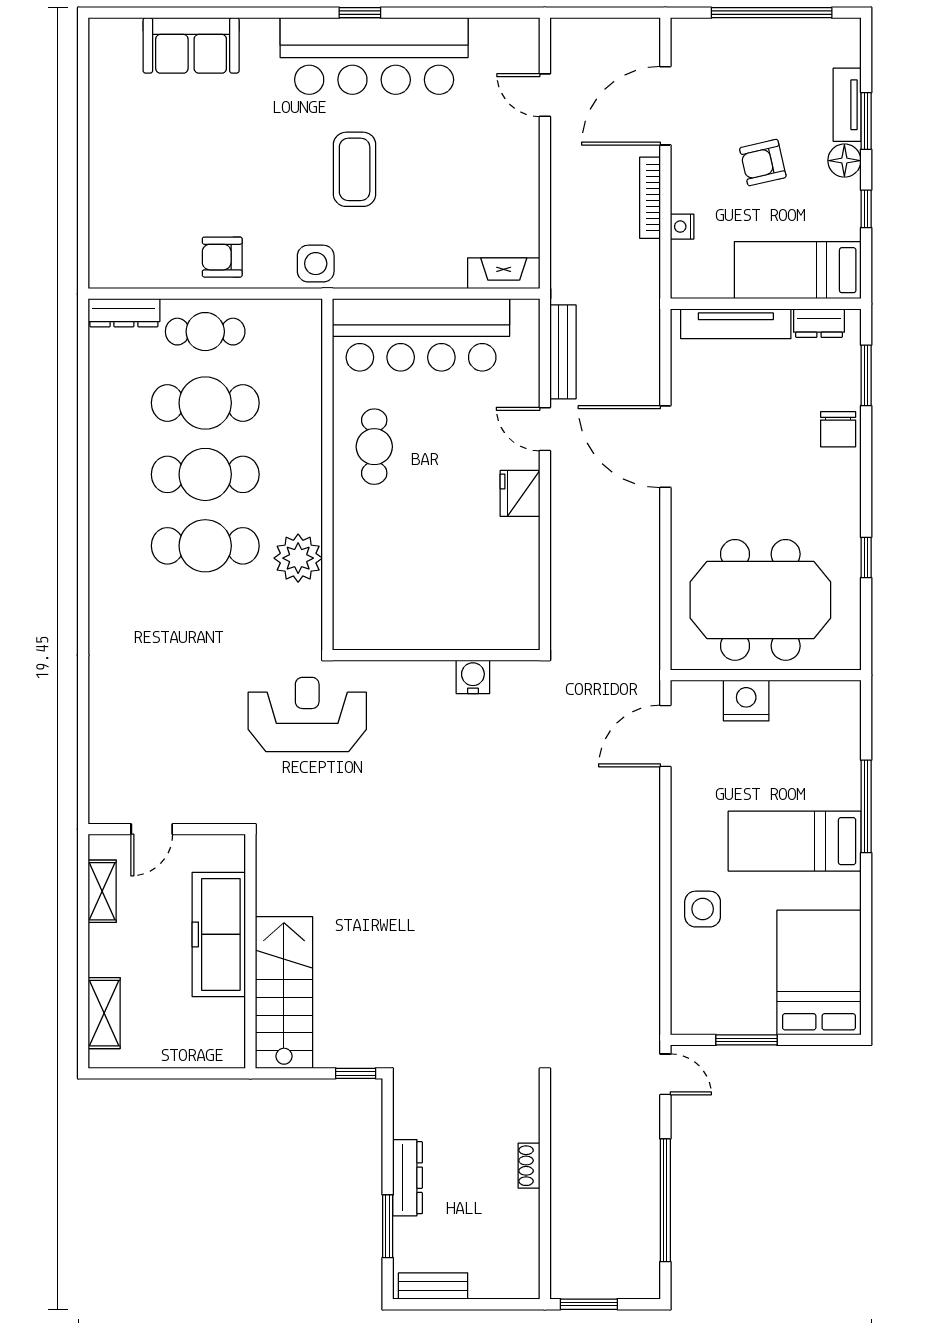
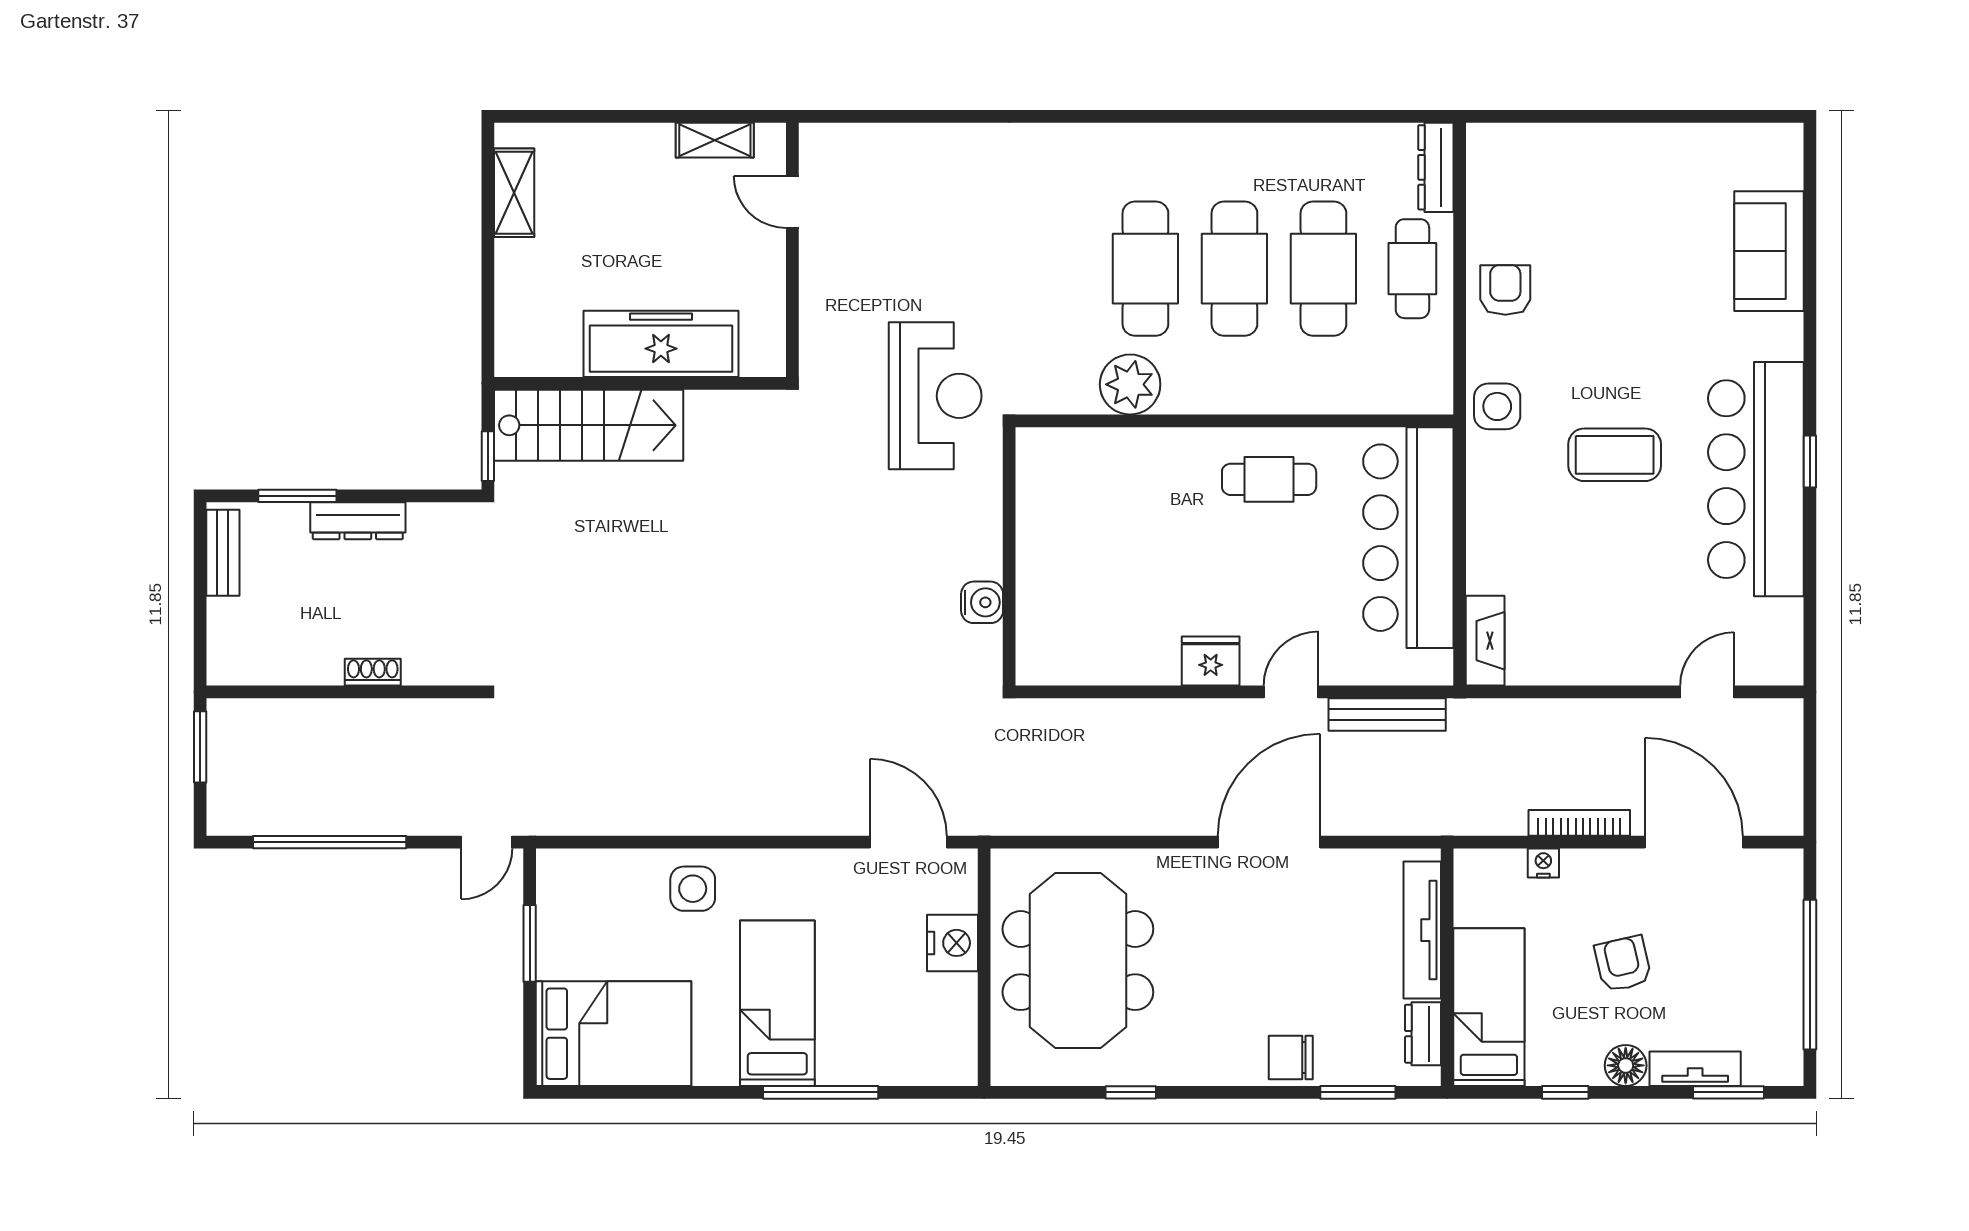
window: (866, 121) -> (1728, 1092), moved
freezer: (219, 934) -> (661, 344), moved
wall: (250, 951) -> (640, 383), moved
stairs: (284, 992) -> (589, 425), moved
shelving: (104, 1013) -> (514, 193), moved, turned 90

